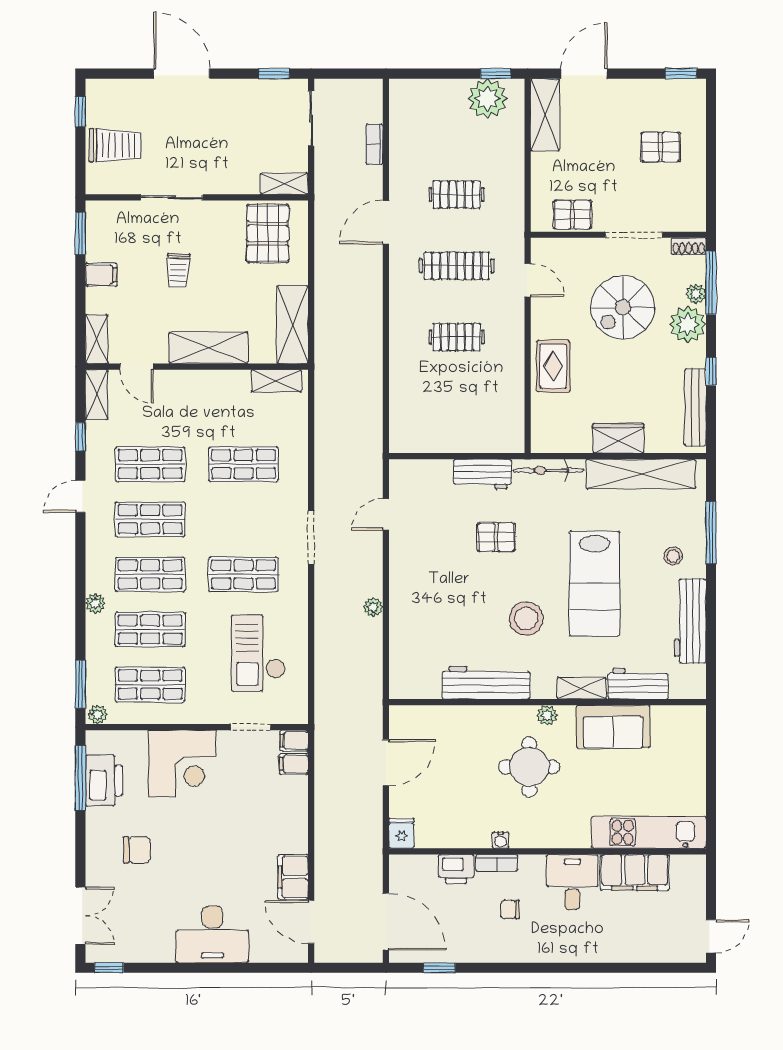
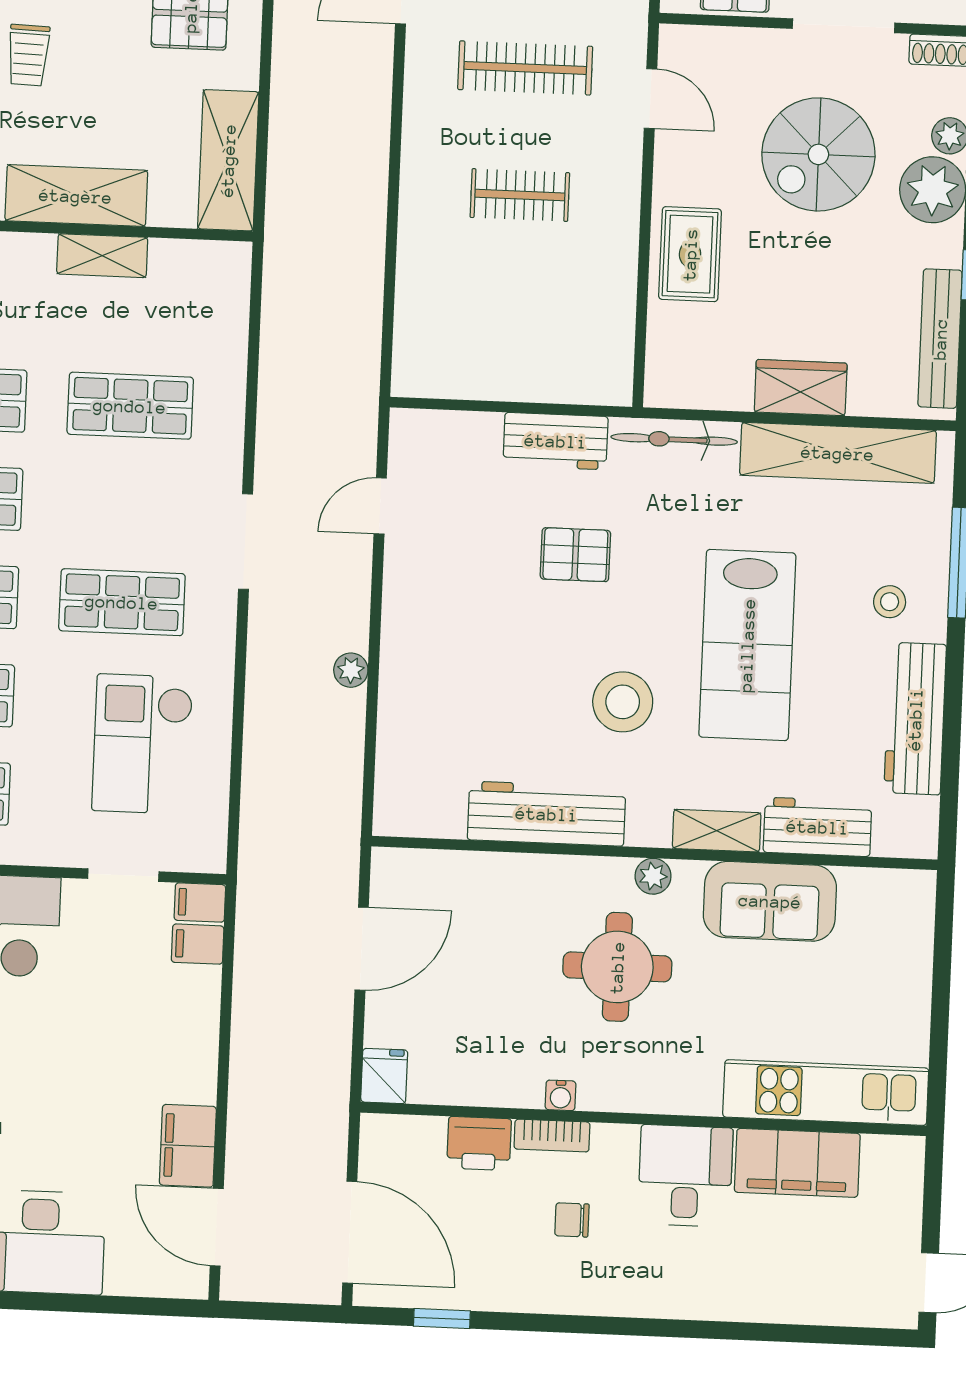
shelving: (277, 381) -> (102, 256), moved

